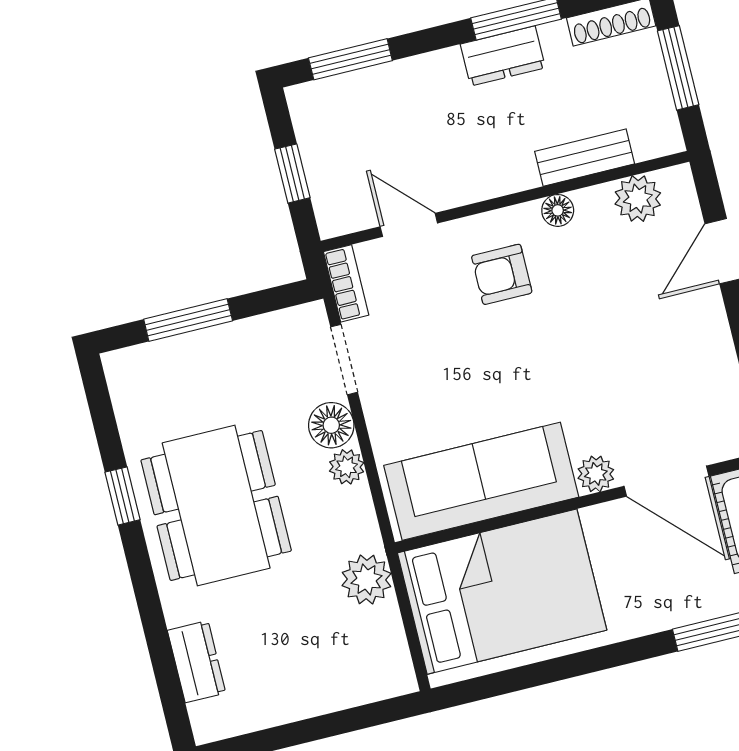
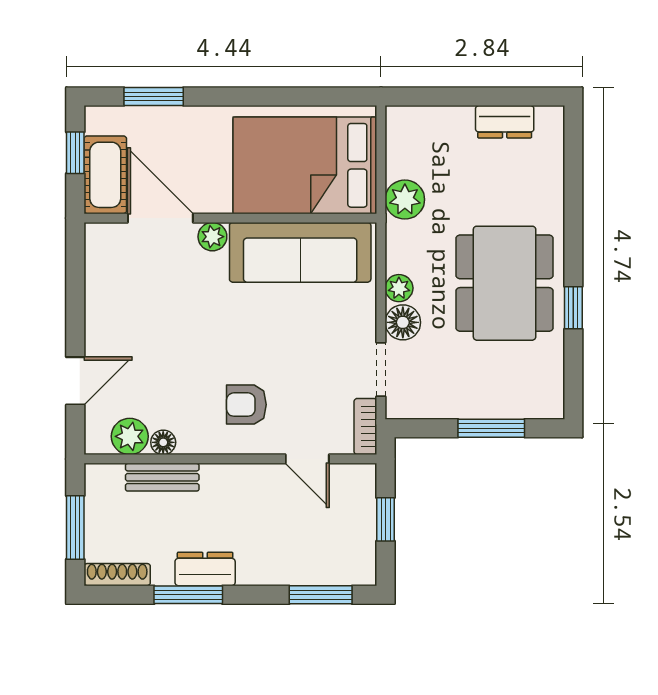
floor lamp: (558, 210) -> (163, 442), moved
armchair: (502, 274) -> (246, 405), turned 180
dresser: (197, 662) -> (505, 122), moved, turned -90

